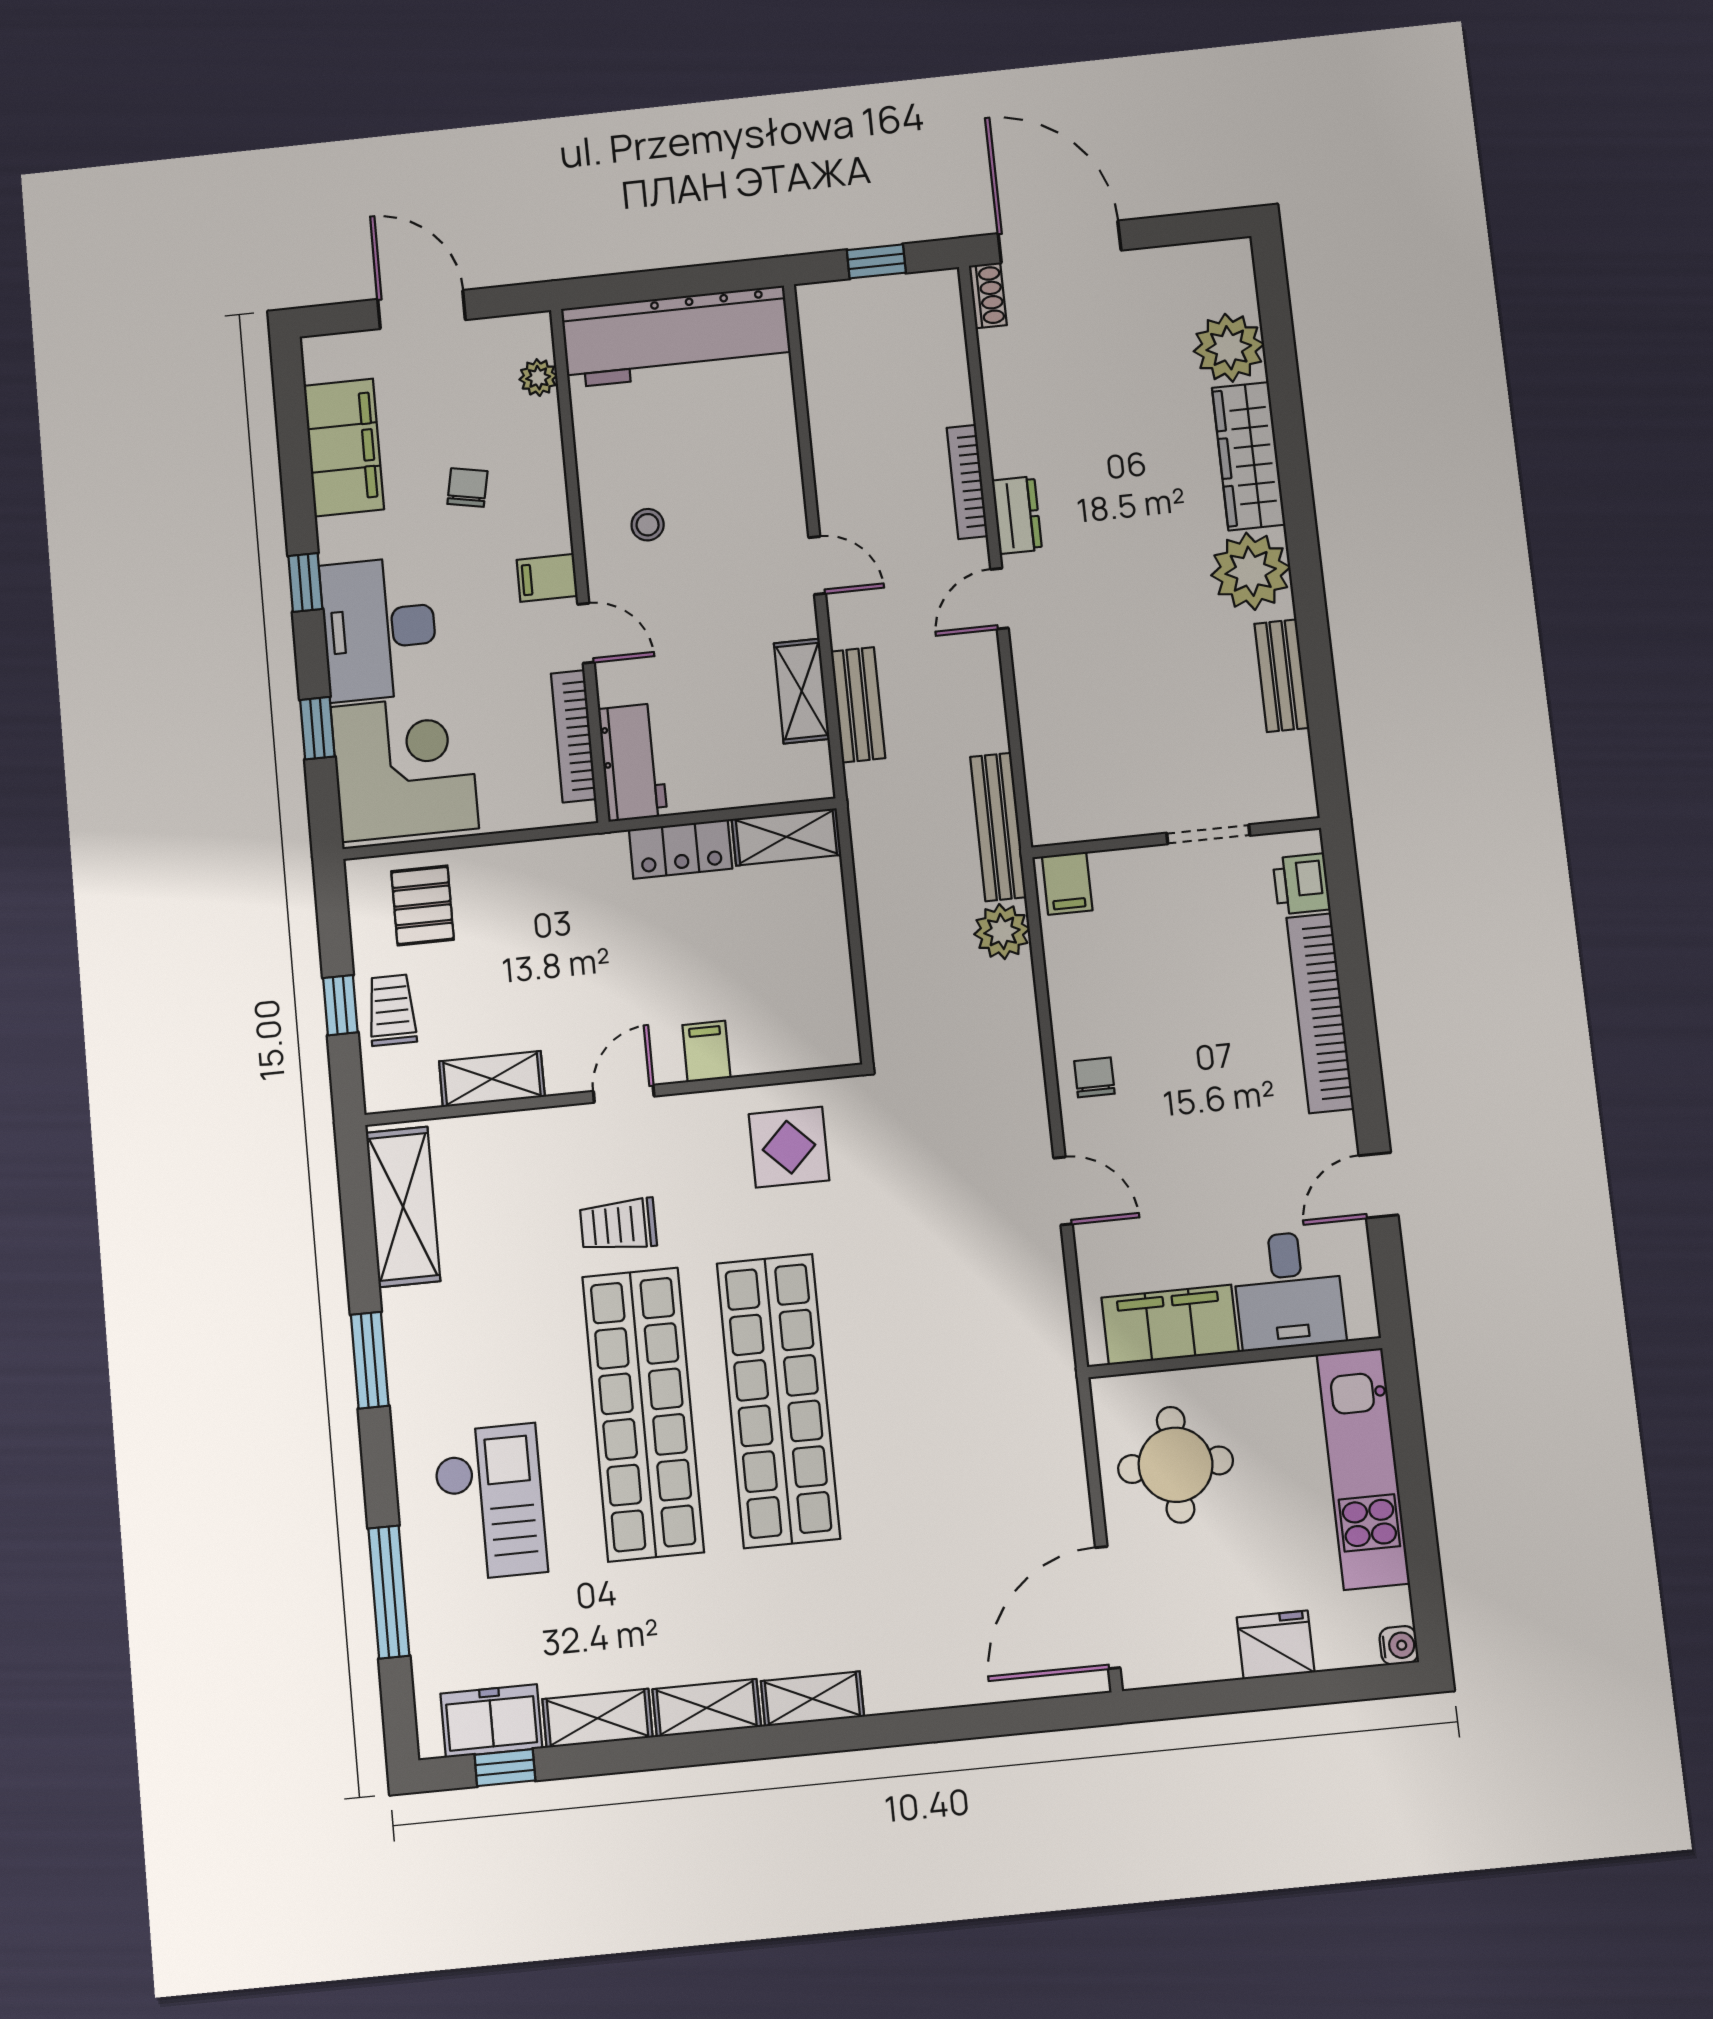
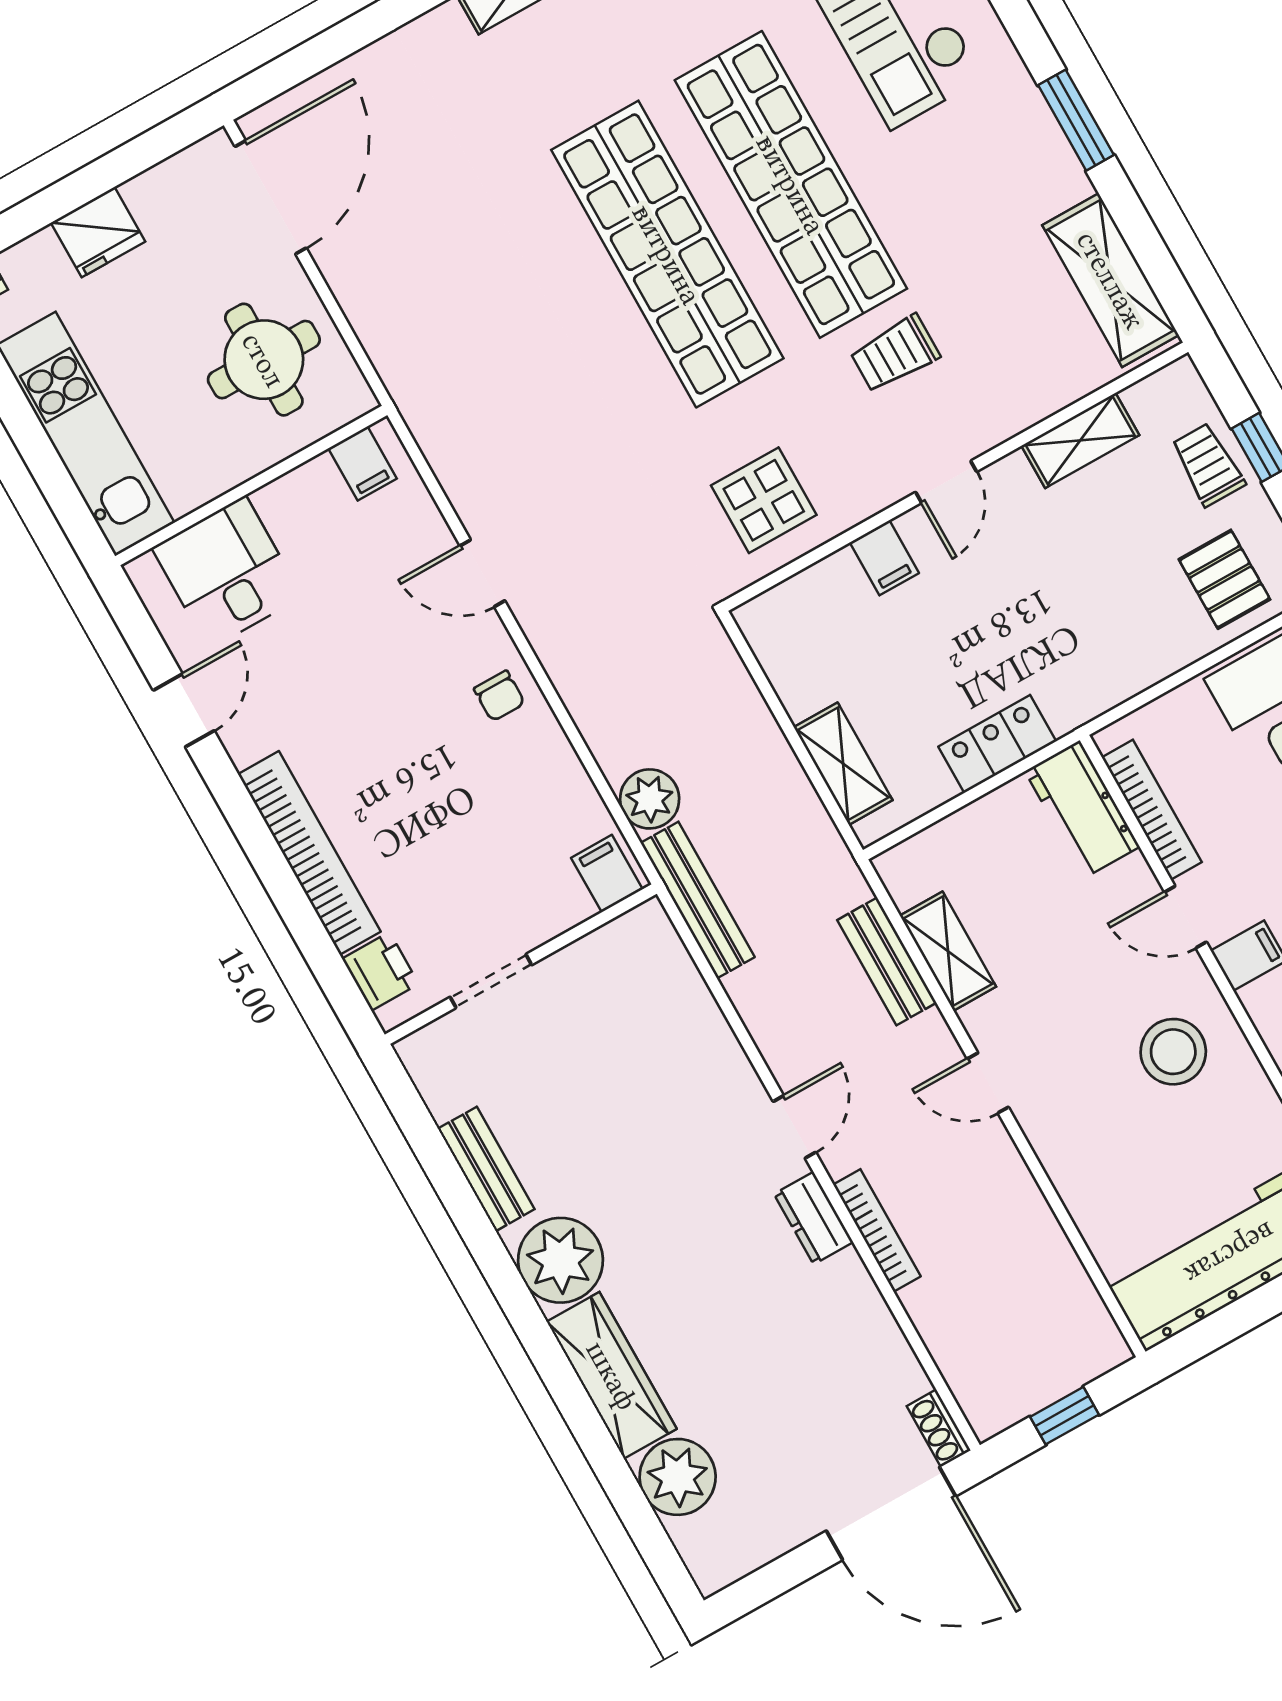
stool: (648, 525) -> (1173, 1052), width x1.89, depth x1.89
shelving: (786, 837) -> (843, 764), moved, turned 90
trolley: (392, 1010) -> (1208, 465), turned 180
trolley: (618, 1225) -> (895, 354), turned 180
filing cabinet: (1170, 1325) -> (363, 463), width x0.33, depth x0.86

